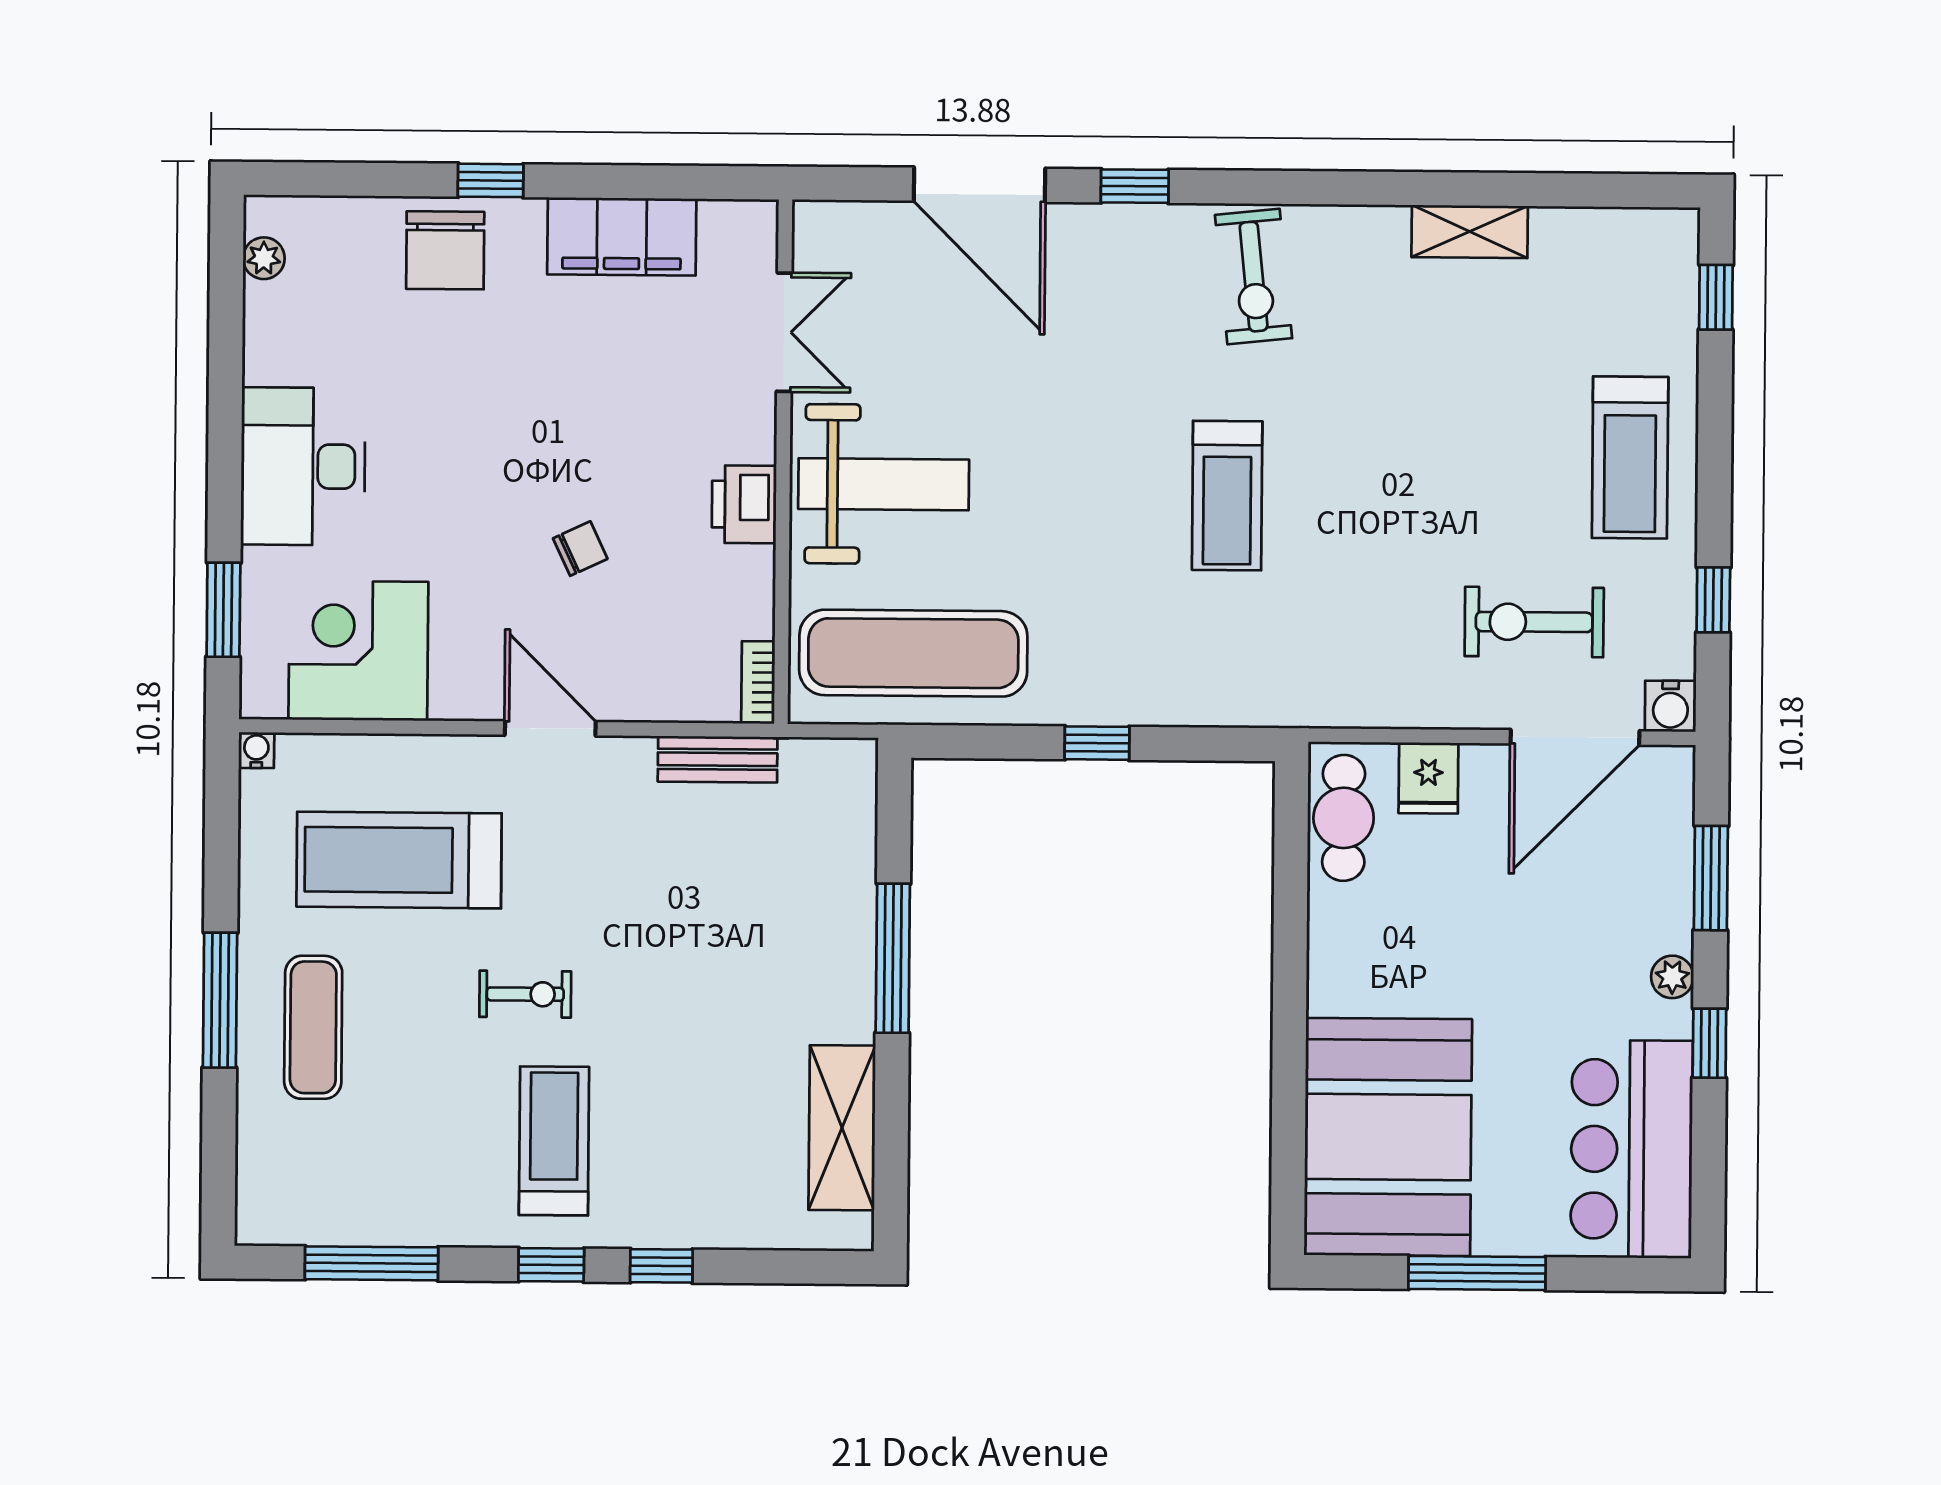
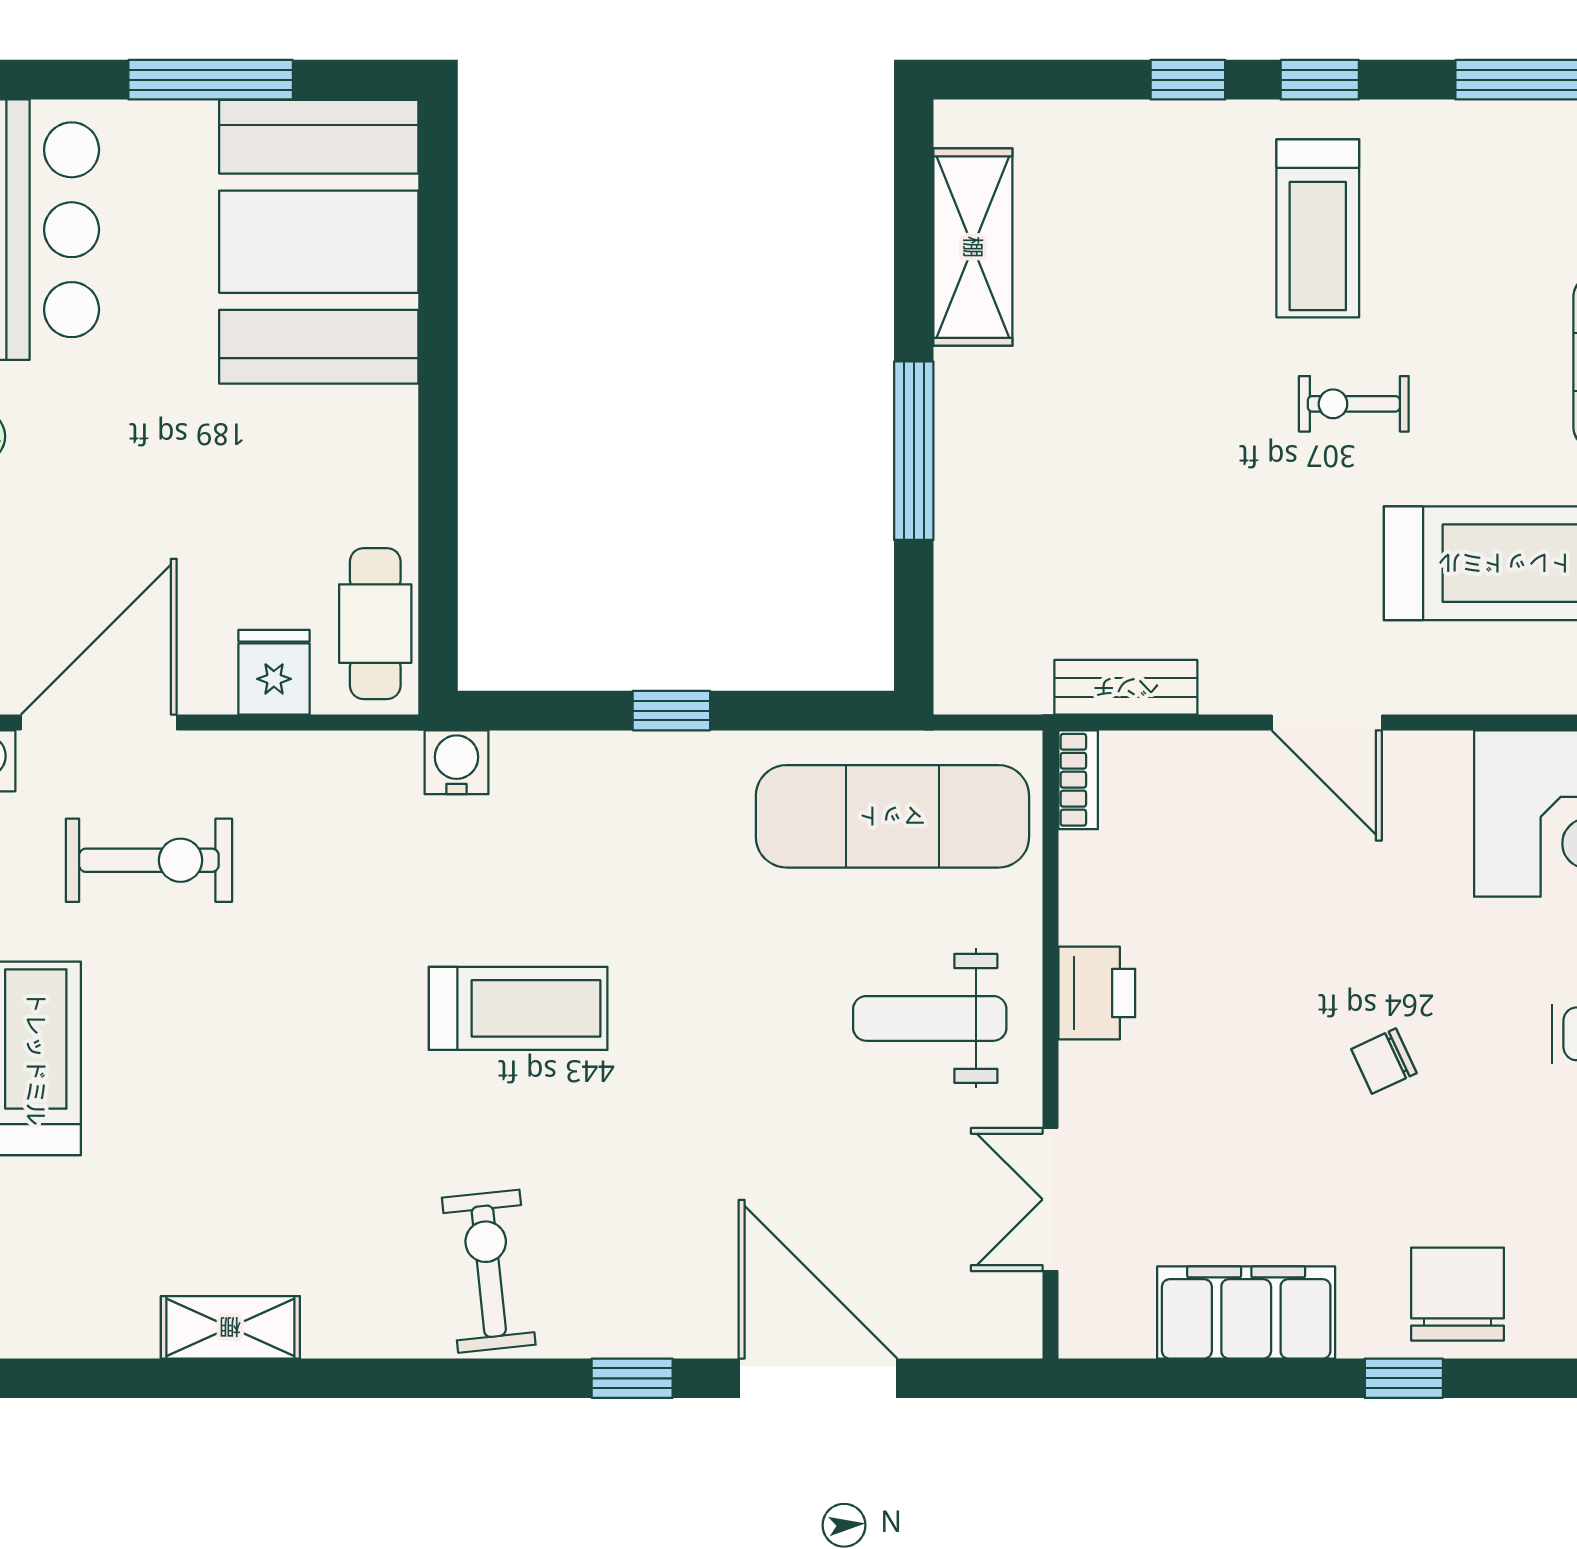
weight bench: (884, 484) -> (930, 1018), width x0.73, depth x0.75
treadmill: (1227, 496) -> (518, 1008), turned 90
chair: (580, 549) -> (1384, 1061), moved
water cooler: (1277, 702) -> (457, 762), added

